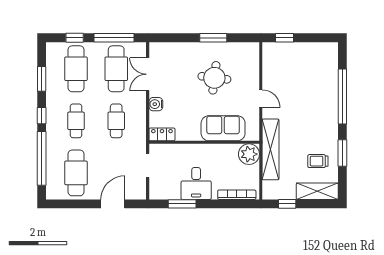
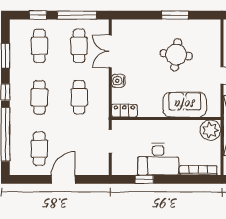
cafe table: (76, 69) -> (39, 46), width x0.73, depth x0.74
cafe table: (116, 69) -> (79, 46), width x0.73, depth x0.74
cafe table: (76, 173) -> (39, 149), width x0.73, depth x0.74
desk: (196, 183) -> (158, 159), width x1.37
door: (113, 204) -> (63, 179), moved
window: (182, 204) -> (144, 179), width x0.67

